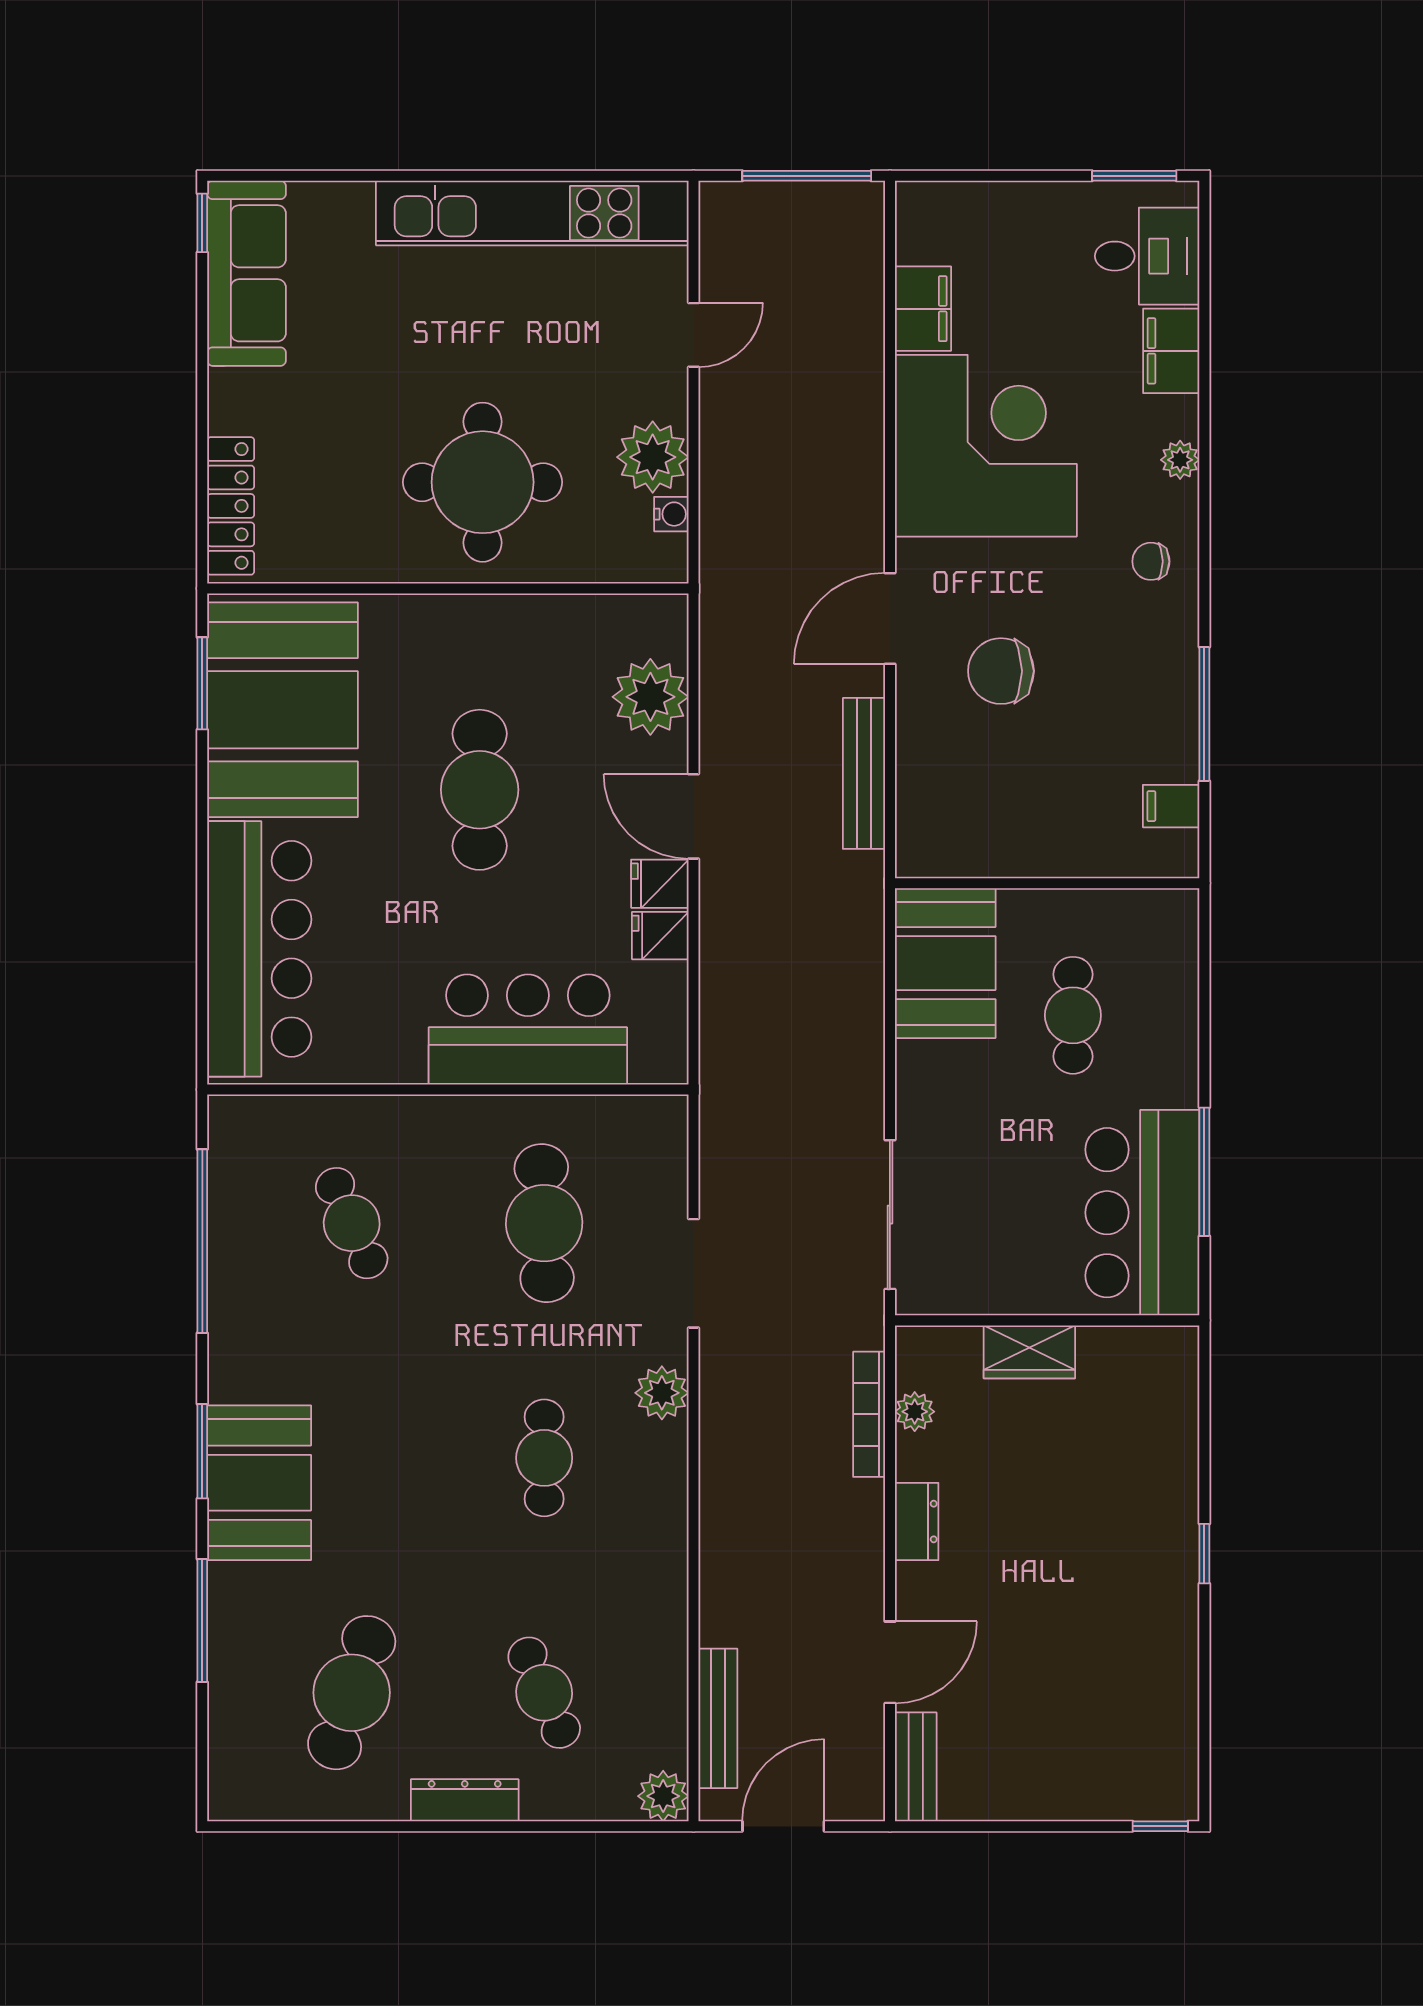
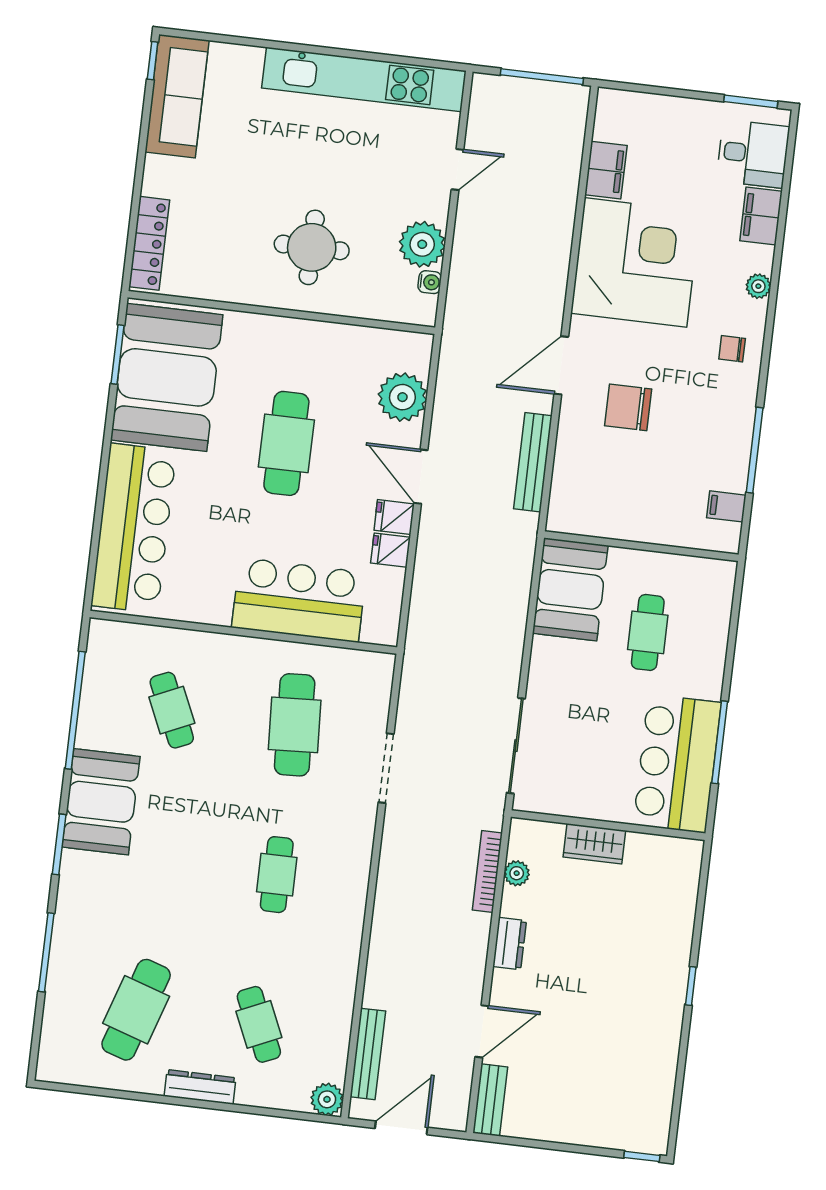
round table: (483, 482) -> (312, 247), width x0.73, depth x0.73
plant: (662, 1393) -> (357, 842), removed
booth: (259, 1483) -> (101, 802), moved

